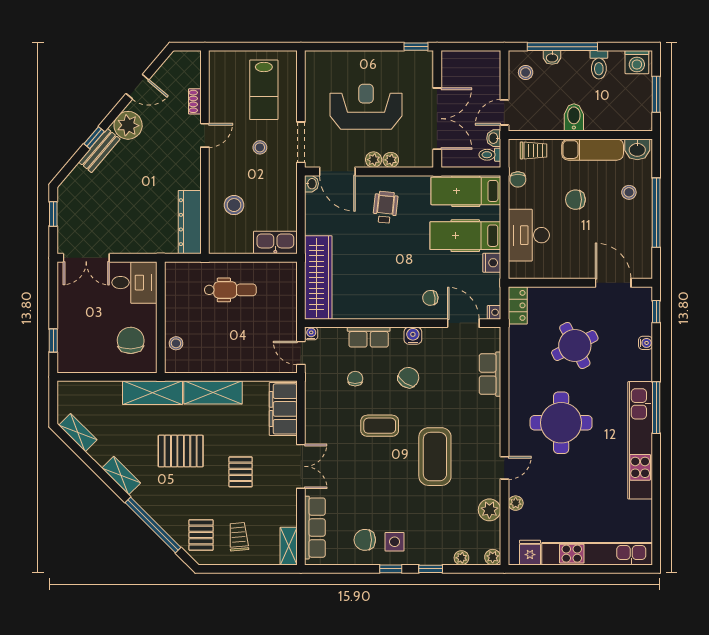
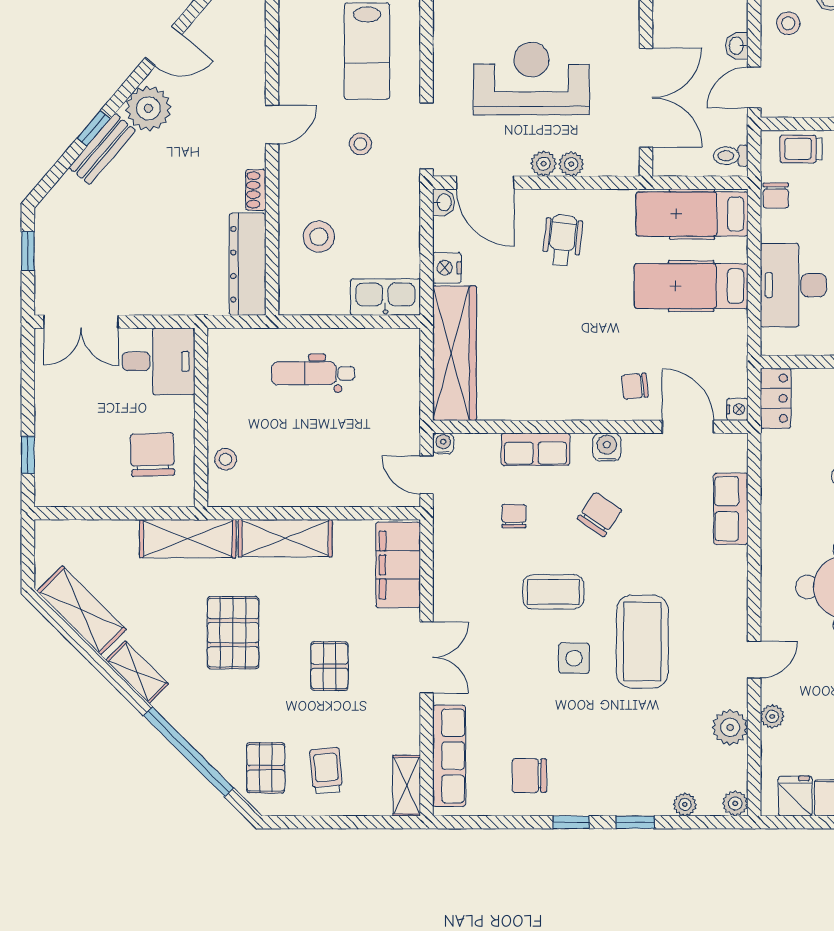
shoe rack: (195, 101) -> (256, 190), moved
washbasin: (494, 138) -> (737, 46), moved
trolley: (534, 150) -> (801, 149), turned 180
nightstand: (492, 263) -> (447, 268), moved, turned 180
dental chair: (230, 290) -> (313, 373), turned 180
shelving: (78, 433) -> (81, 610), width x1.50, depth x1.33
pallet: (181, 451) -> (233, 633), turned 90
side table: (395, 542) -> (574, 658), moved

